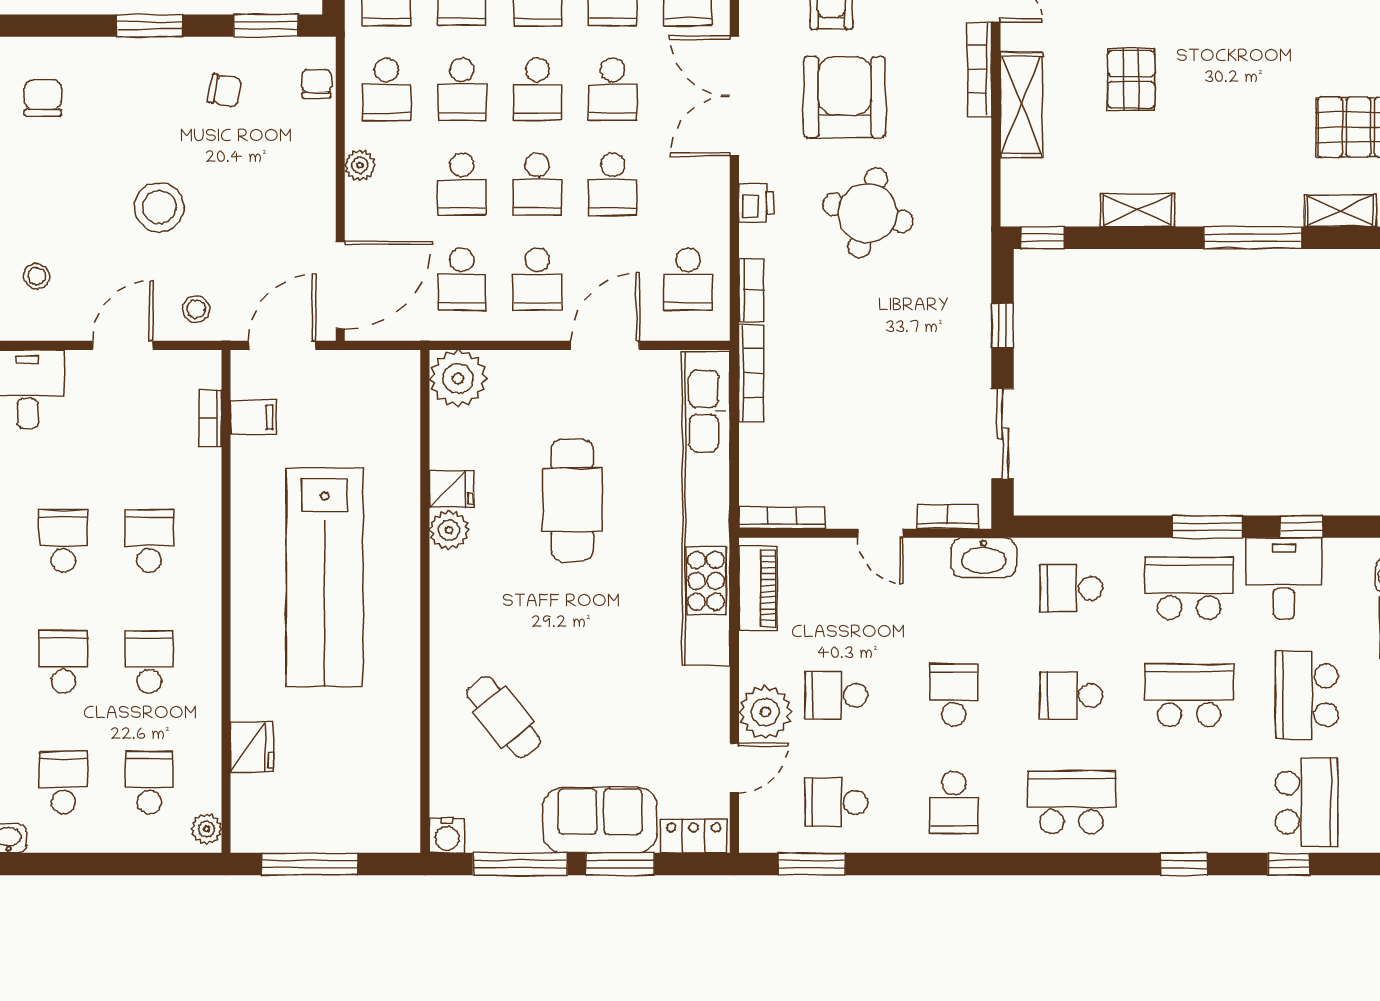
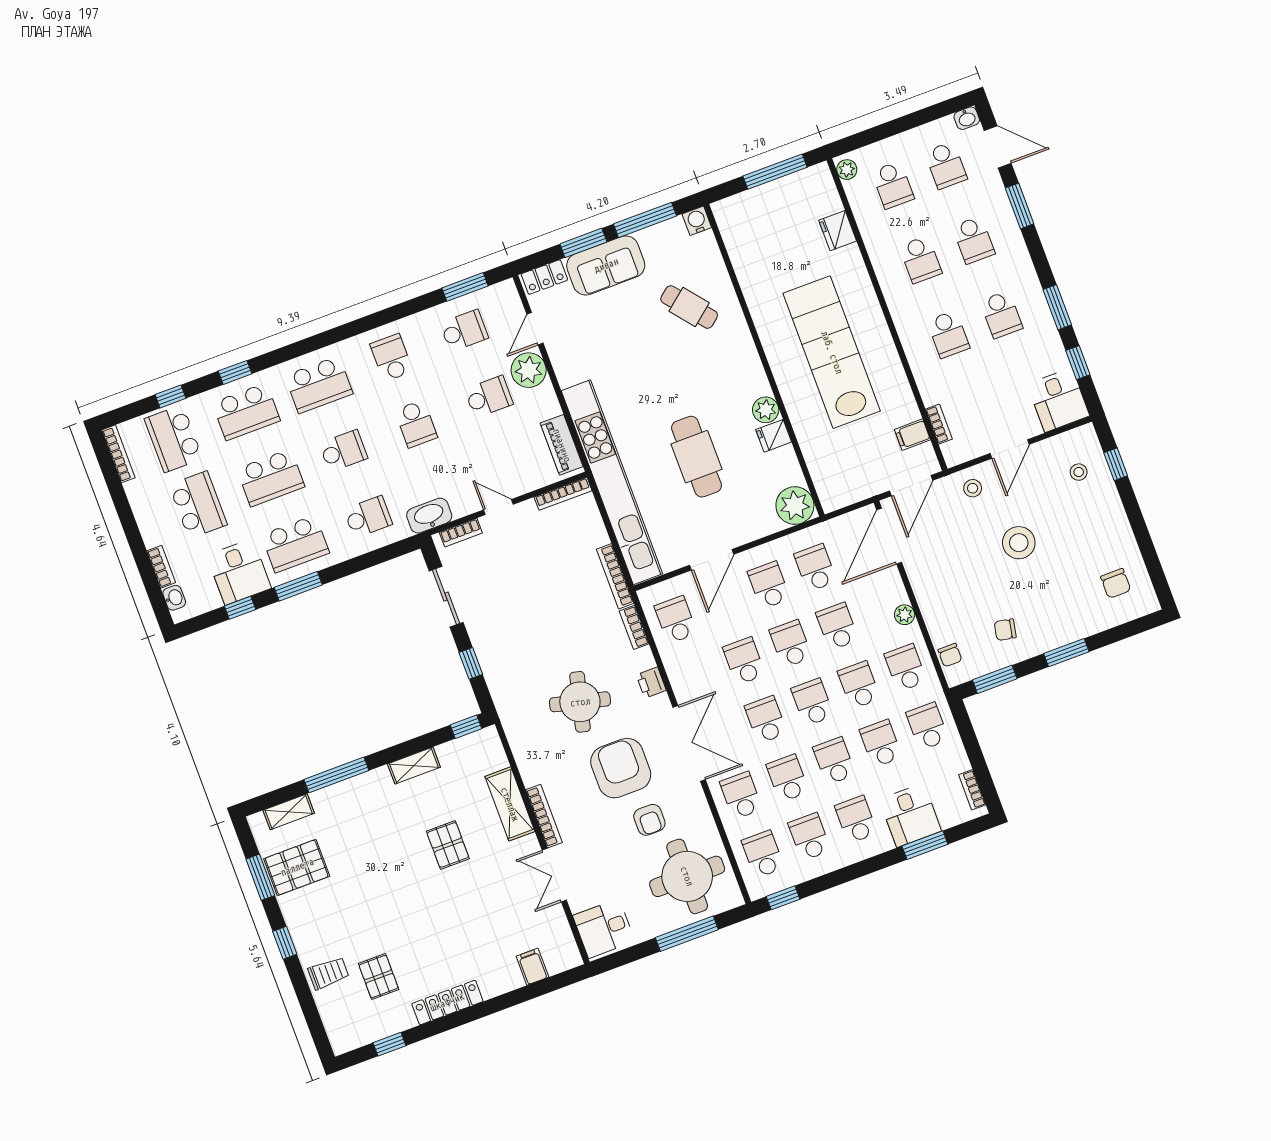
armchair: (845, 97) -> (621, 768), turned 180
school desk: (1189, 802) -> (246, 412), added

